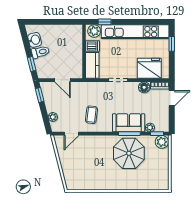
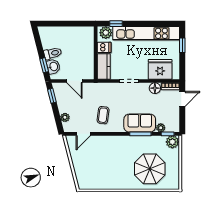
washbasin: (35, 40) -> (53, 67), moved
parasol: (129, 153) -> (150, 169), moved

